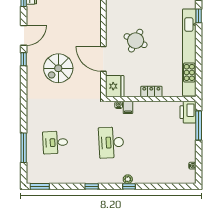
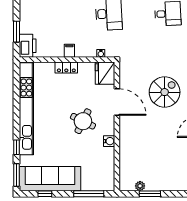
water cooler: (111, 22) -> (109, 141), added
filing cabinet: (128, 107) -> (69, 51), moved
window: (199, 126) -> (16, 32), width x0.69

